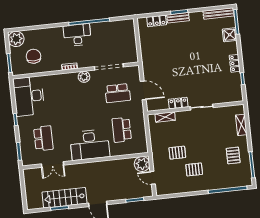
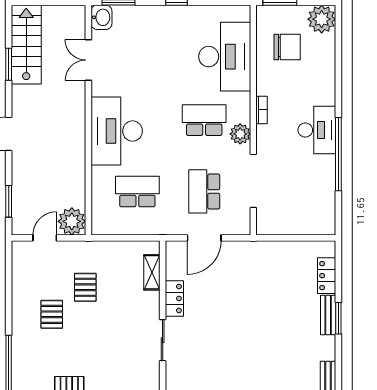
desk: (29, 96) -> (225, 57), moved, turned 90
school desk: (43, 138) -> (204, 120), moved, turned 180
washbasin: (28, 160) -> (101, 17), added
stairs: (65, 198) -> (26, 45), moved

